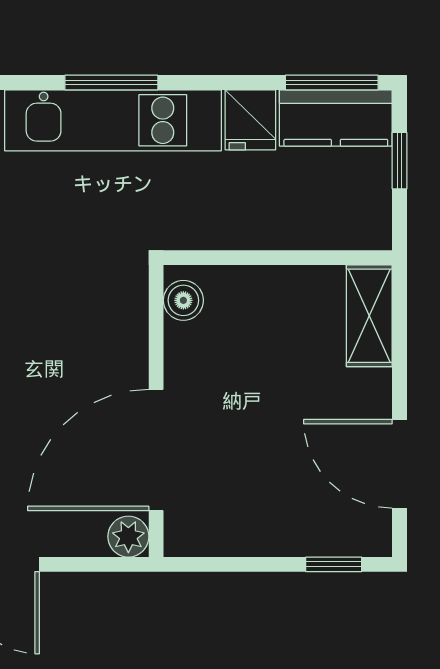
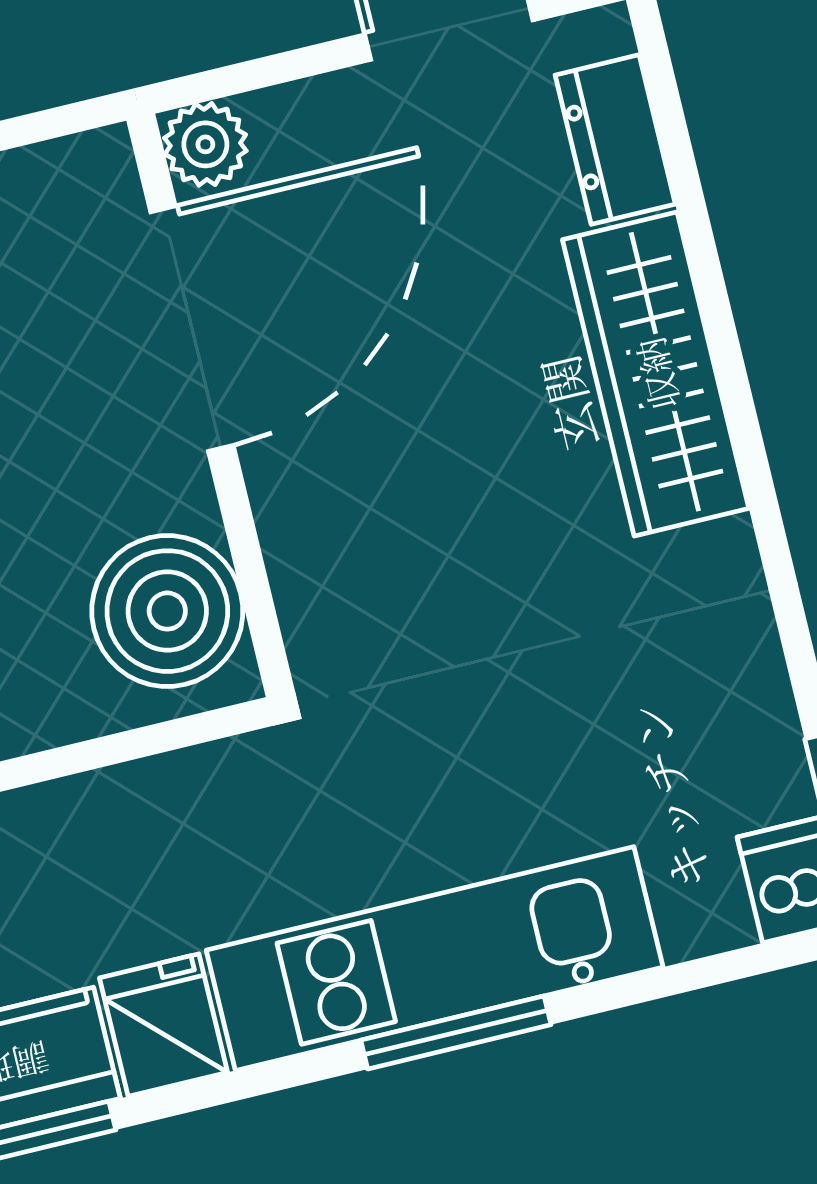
boiler: (183, 300) -> (167, 611), width x1.86, depth x1.86

